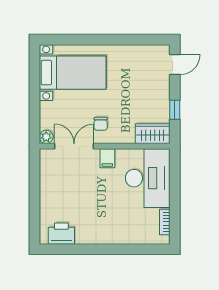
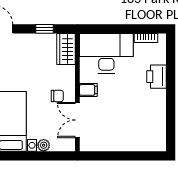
plant: (46, 137) -> (44, 145), moved
printer: (61, 234) -> (156, 77), moved

